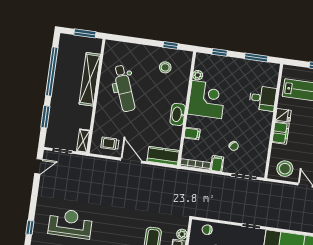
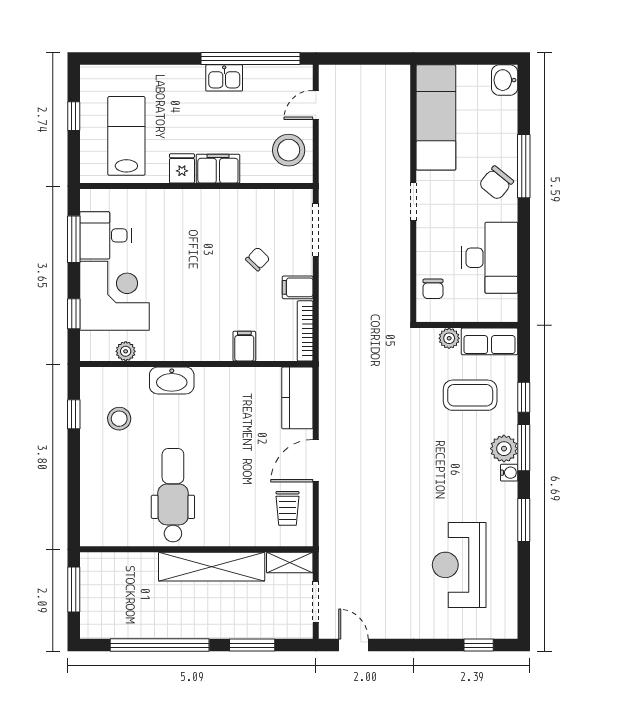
shelving: (90, 79) -> (212, 567), moved
dental chair: (124, 88) -> (173, 495), turned -69
desk: (263, 98) -> (105, 235), moved, turned -90
corner desk: (207, 100) -> (115, 296), moved, turned 90
washbasin: (178, 114) -> (172, 380), moved

